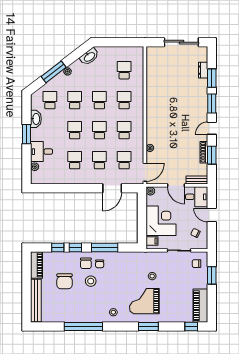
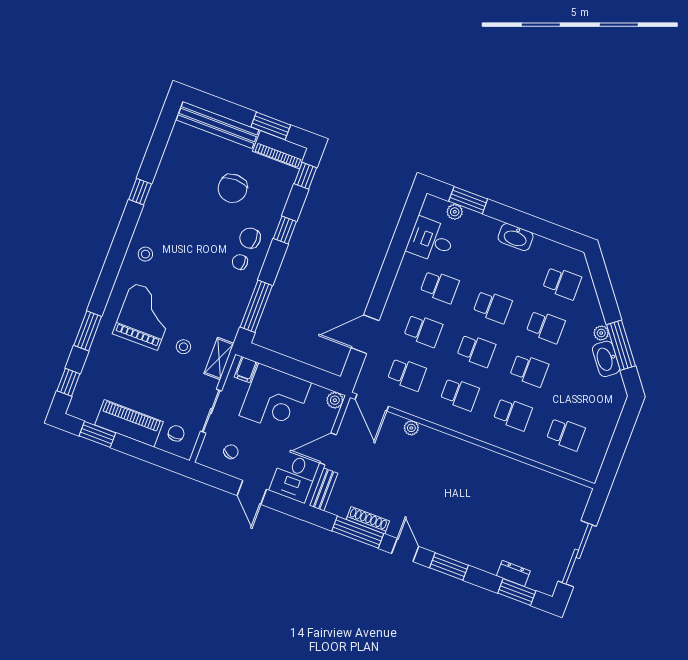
washbasin: (89, 57) -> (606, 359), moved
window: (54, 72) -> (621, 345), moved
window: (212, 78) -> (517, 592), moved
washbasin: (36, 119) -> (516, 237), moved
window: (26, 134) -> (468, 200), moved
desk: (41, 152) -> (431, 240), moved, turned -90
window: (212, 155) -> (358, 532), width x1.44
door: (112, 188) -> (365, 334), hinge flipped
door: (212, 215) -> (252, 492), swing flipped
window: (58, 247) -> (305, 176), moved
window: (105, 247) -> (256, 306), moved
shelving: (151, 256) -> (219, 359), added
window: (26, 274) -> (271, 126), added
window: (212, 275) -> (97, 434), moved
chair: (65, 281) -> (233, 188), turned -90
stool: (91, 281) -> (215, 235), removed
piano: (200, 306) -> (129, 423), moved
window: (83, 327) -> (140, 192), width x0.32
window: (148, 327) -> (88, 331), moved

